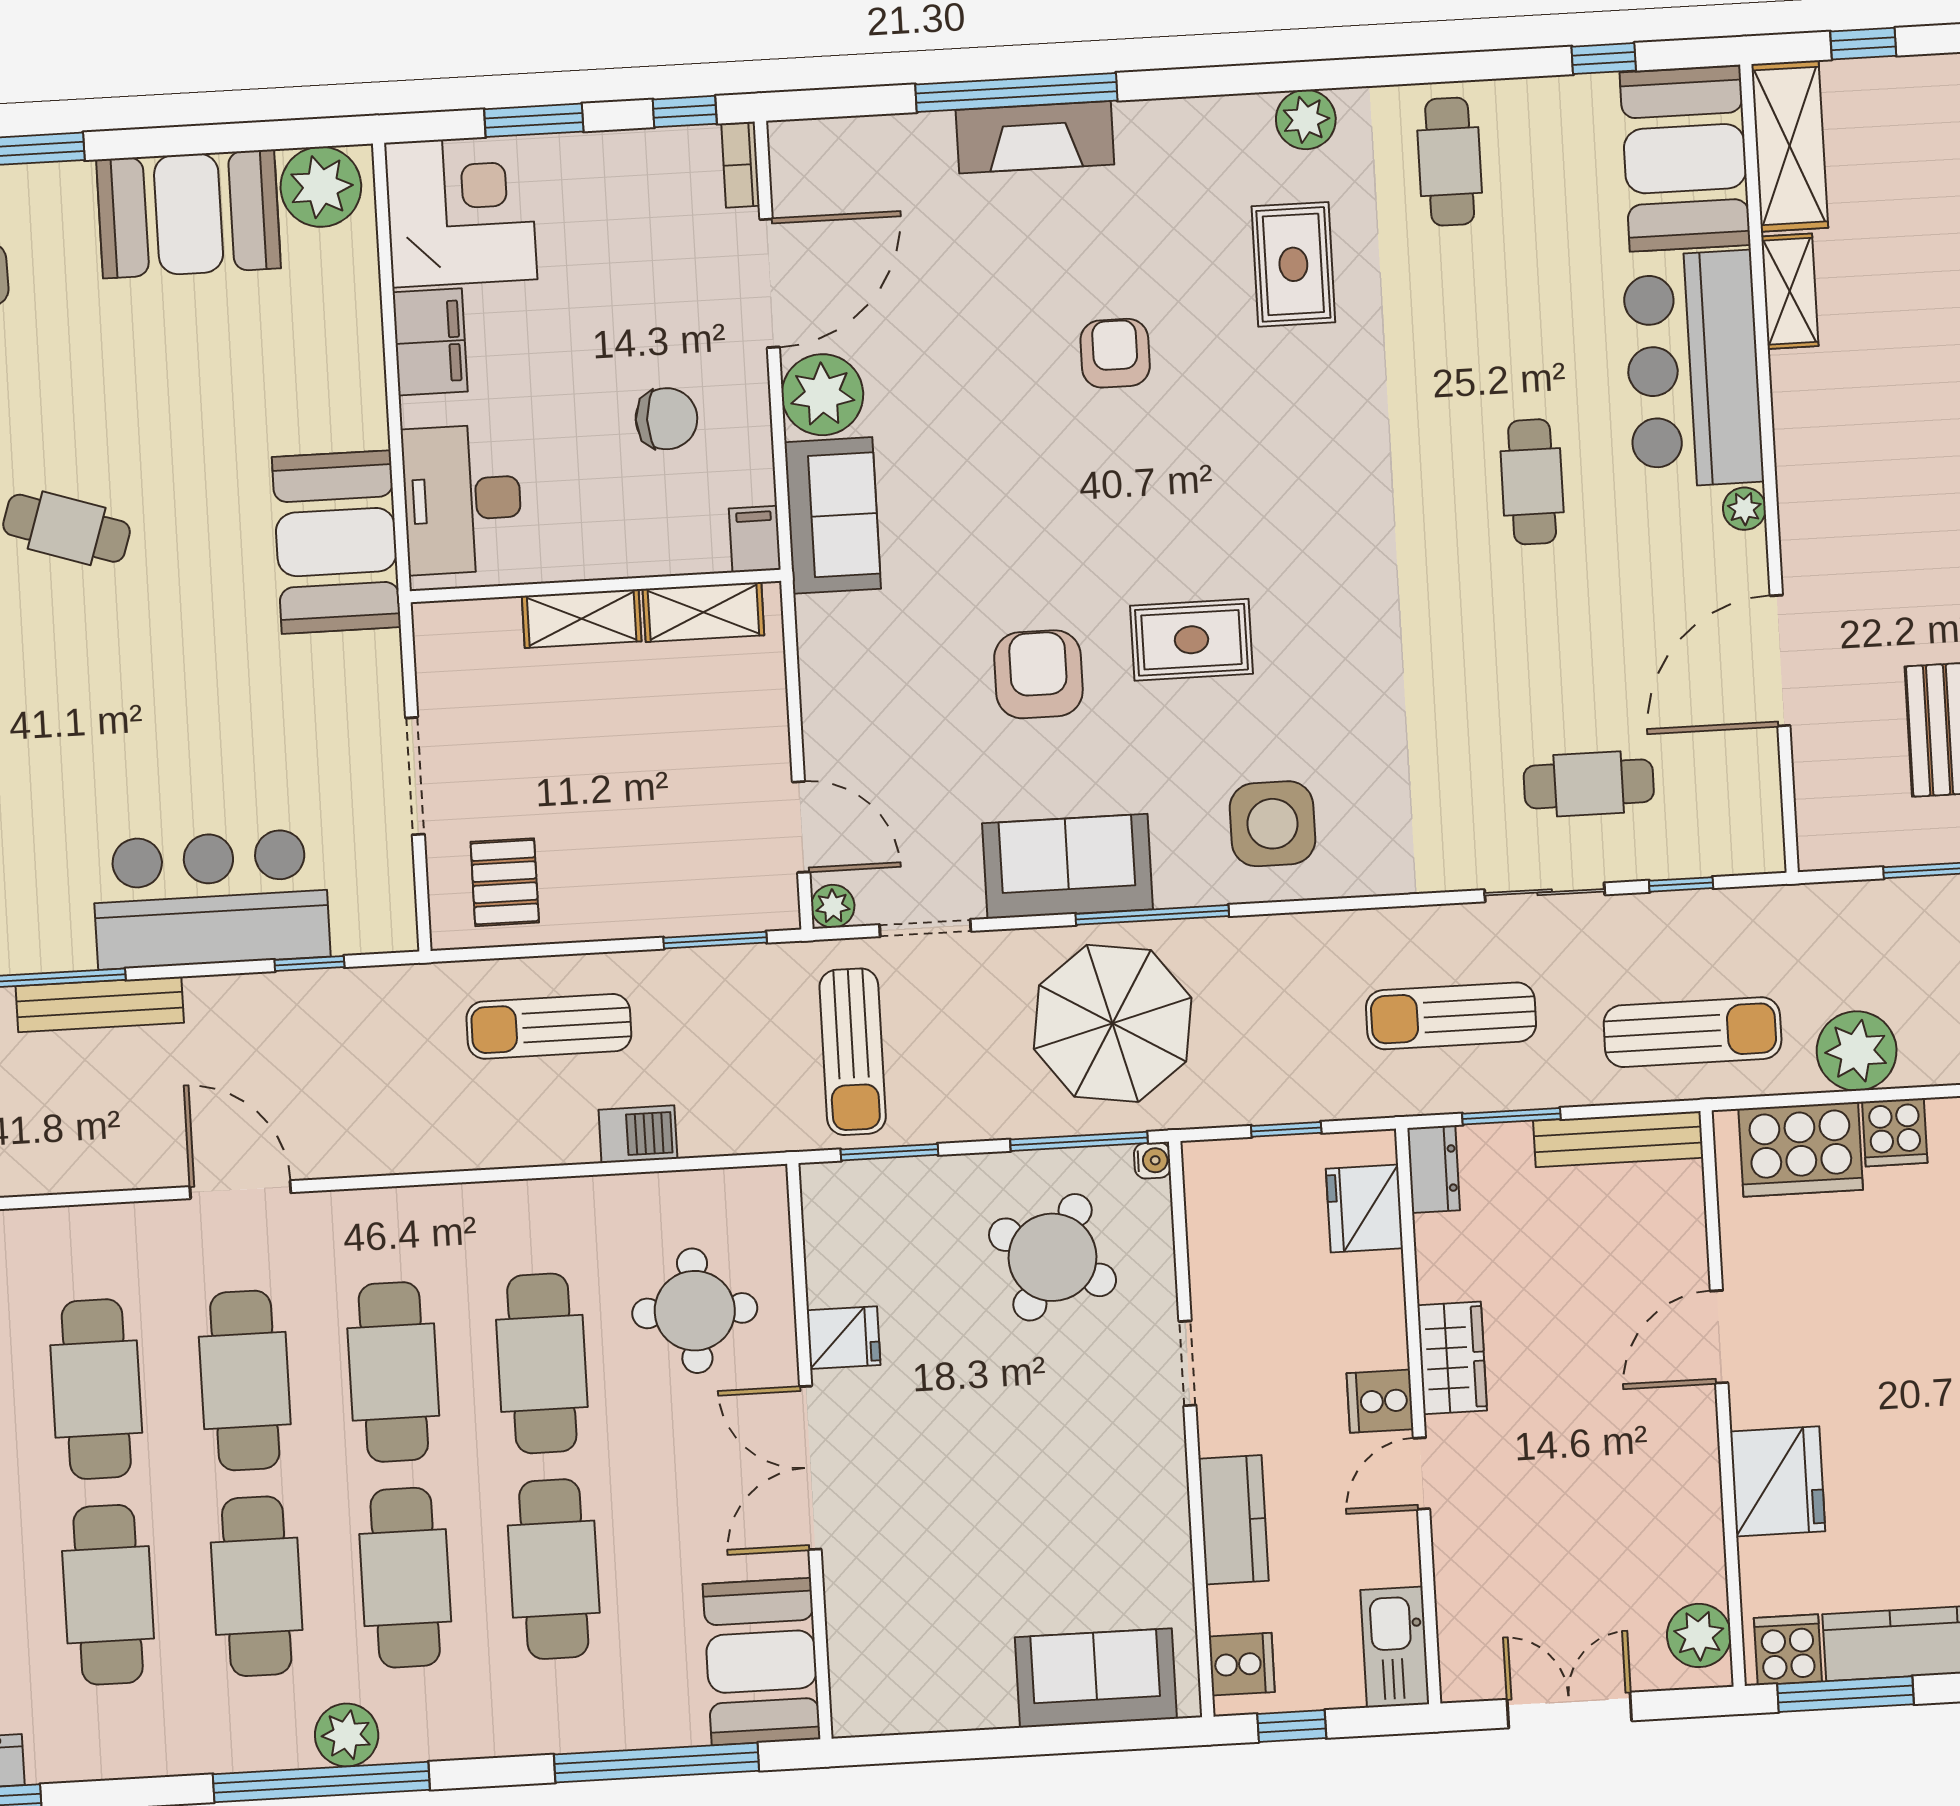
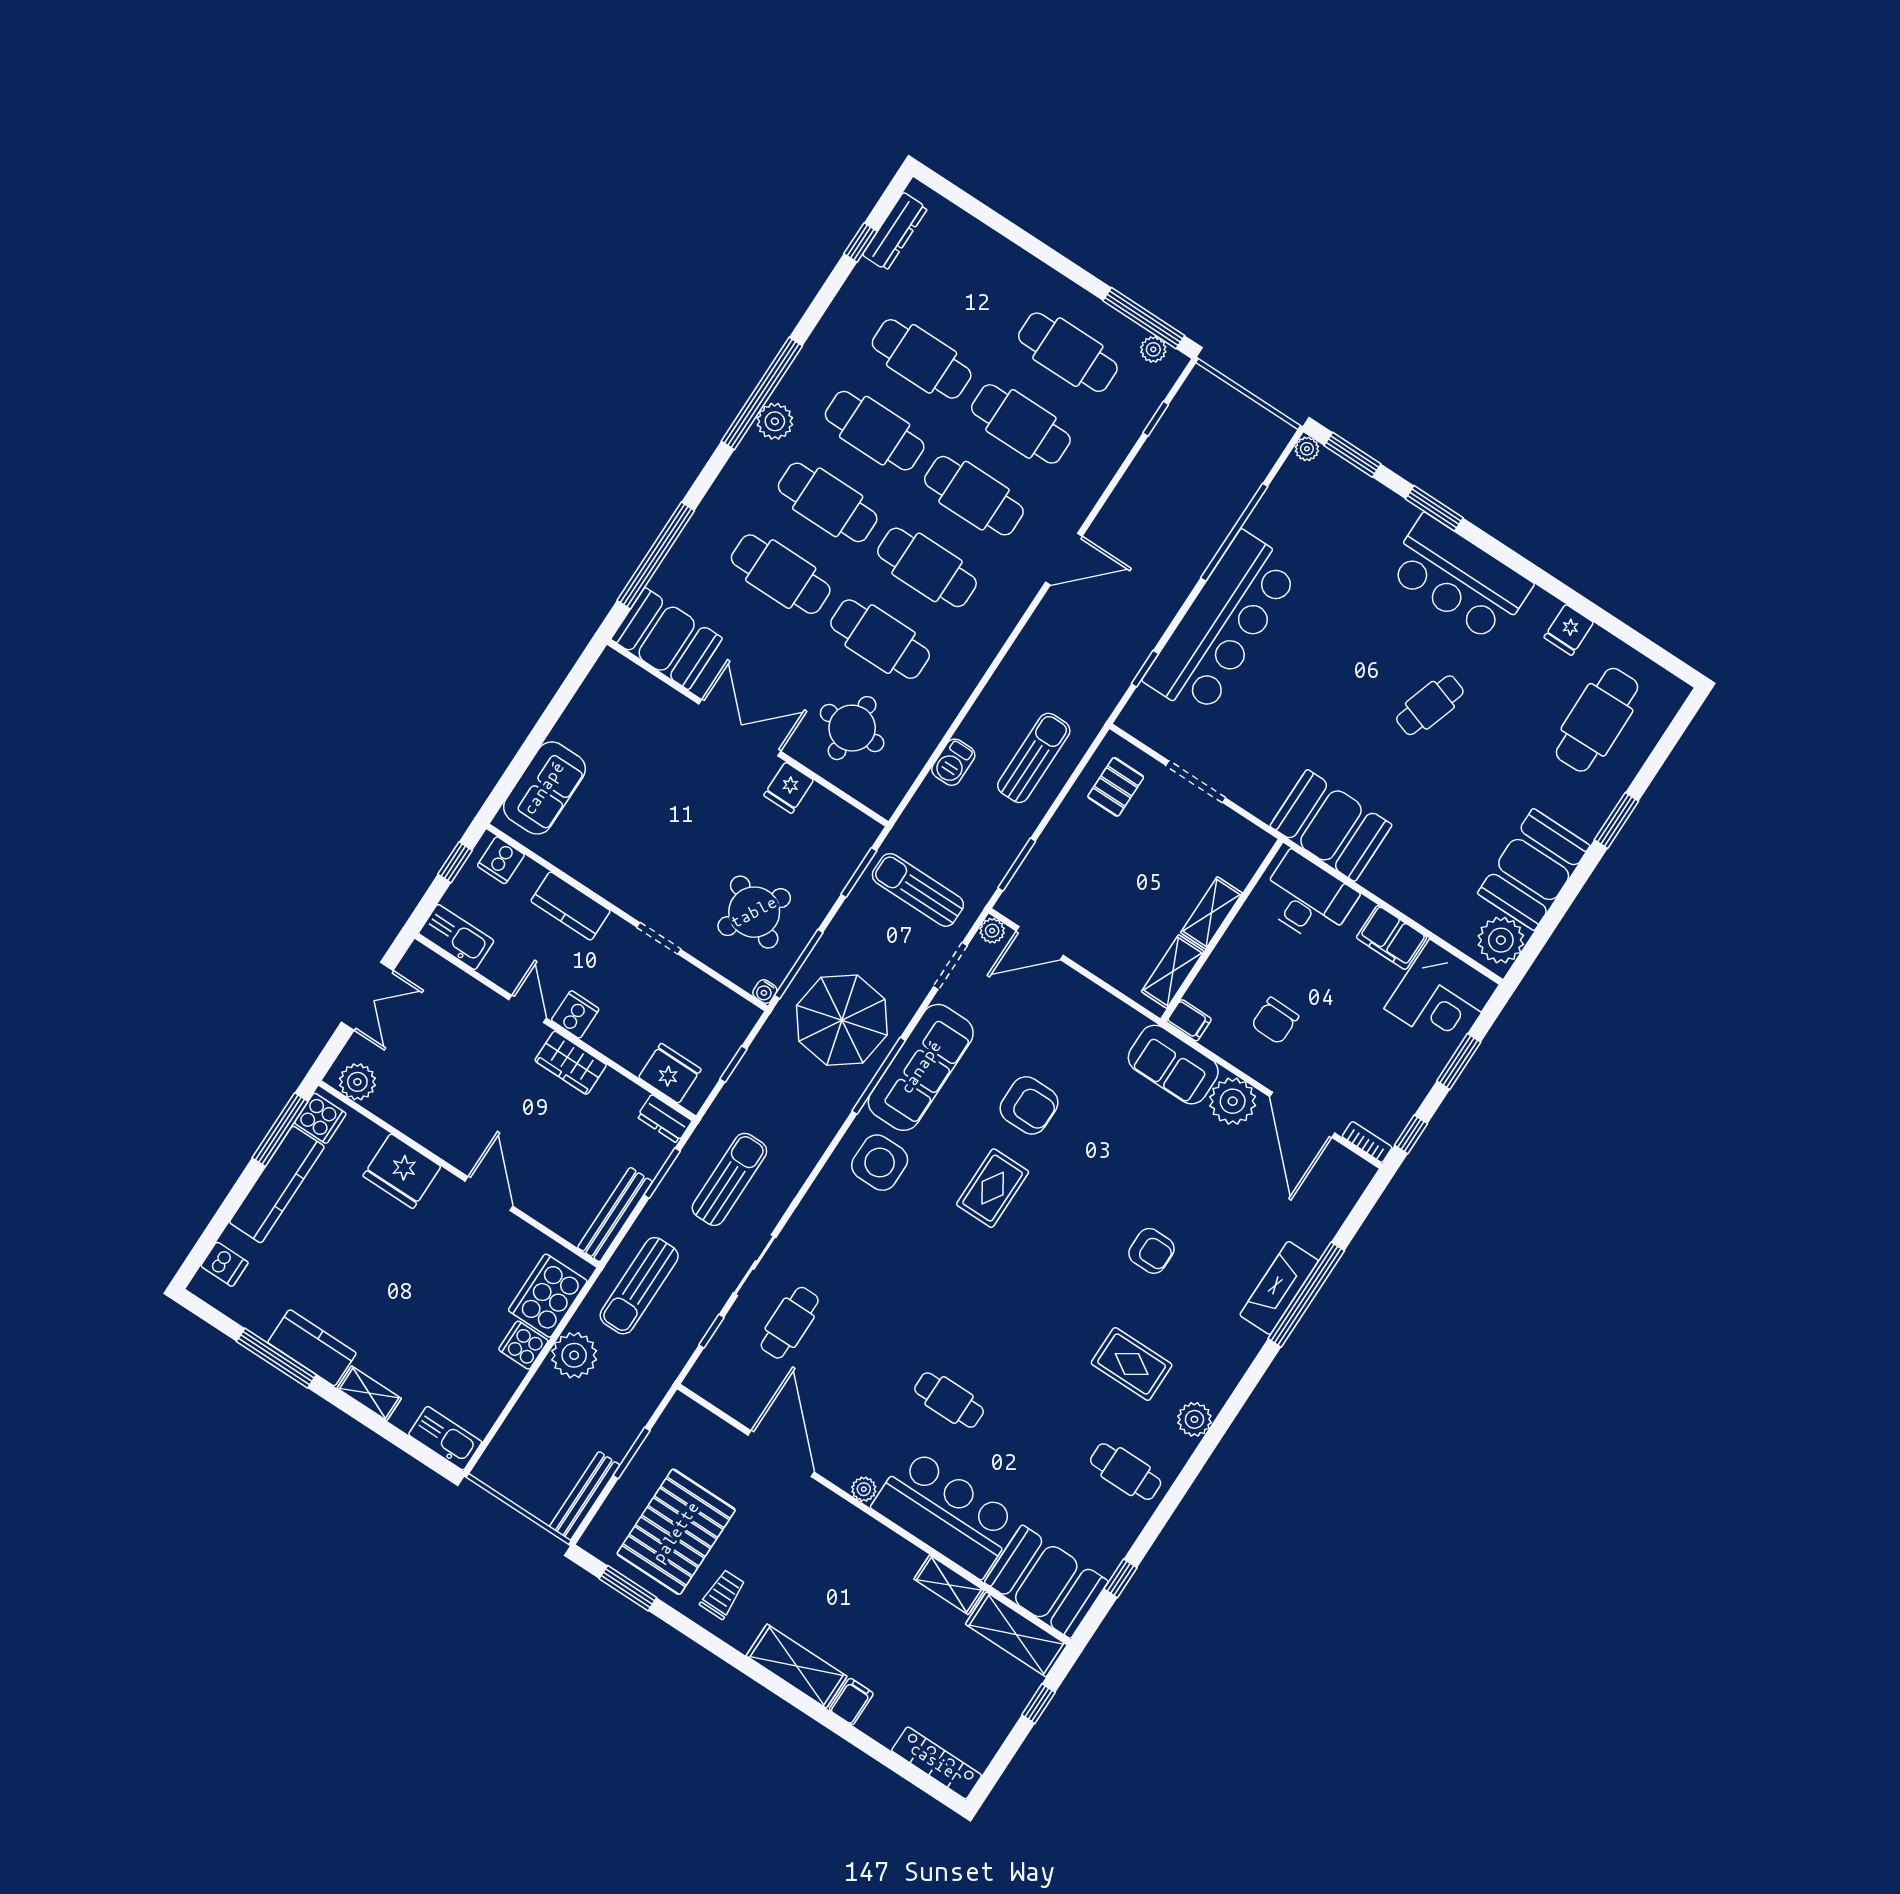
sofa: (1068, 866) -> (921, 1067), width x1.36
pallet: (505, 882) -> (1116, 787), turned 90
bar counter: (211, 899) -> (1222, 625), width x1.36
bench: (100, 1004) -> (1198, 557), removed

